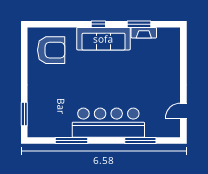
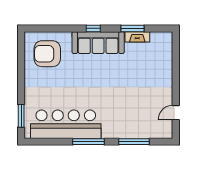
armchair: (51, 50) -> (47, 54), turned 180
bar counter: (108, 123) -> (66, 124), moved
window: (72, 141) -> (88, 142), moved

